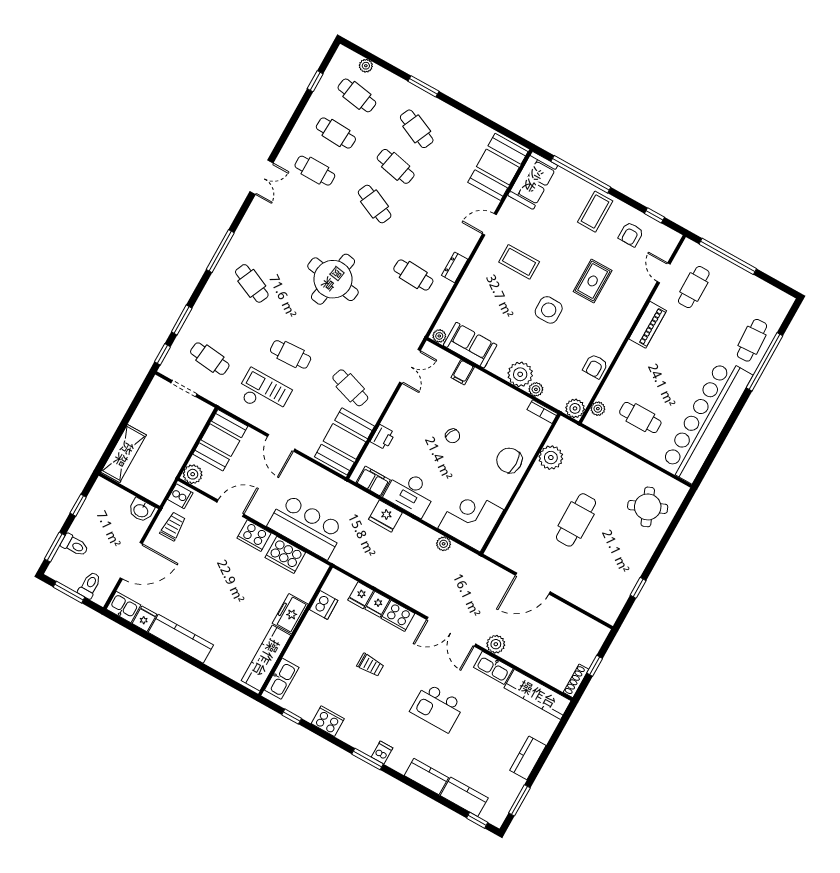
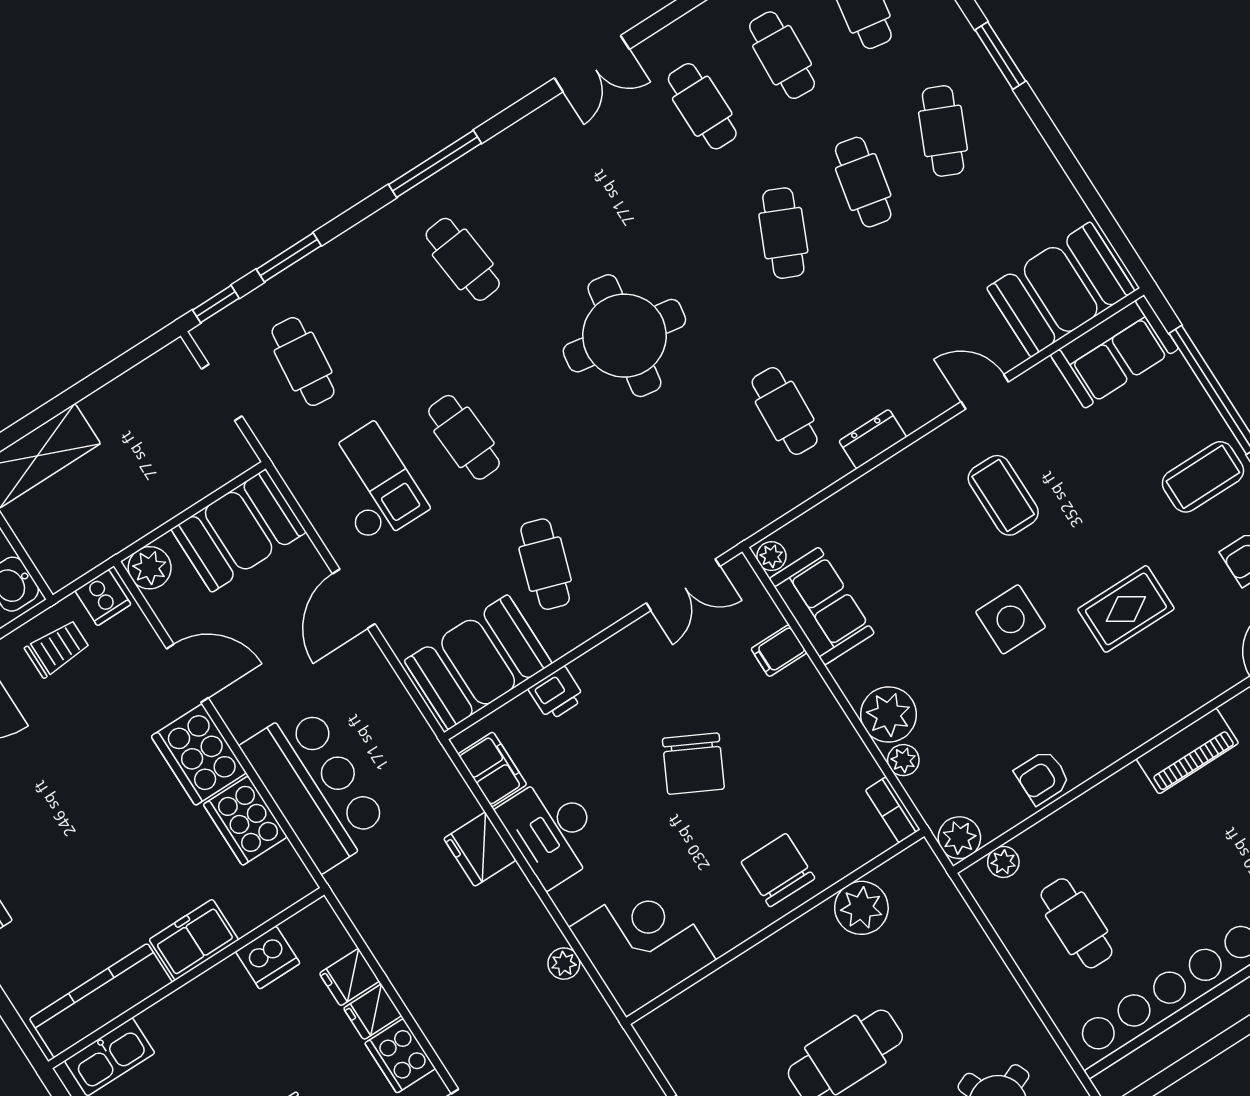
cafe table: (252, 283) -> (463, 259), turned -30
chair: (453, 436) -> (693, 764), width x1.87, depth x1.87
cooker: (254, 536) -> (199, 755), width x1.37, depth x1.31

